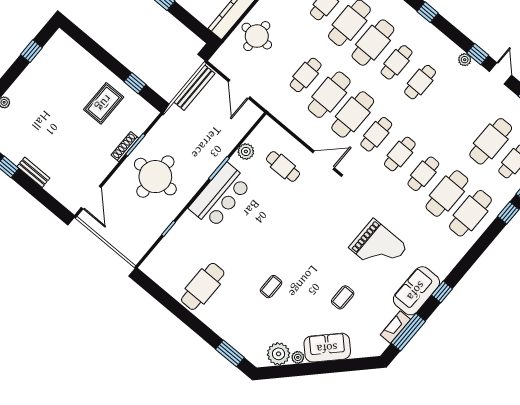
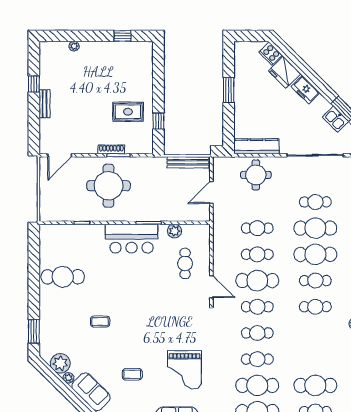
cafe table: (329, 95) -> (257, 254), width x0.73, depth x0.74

